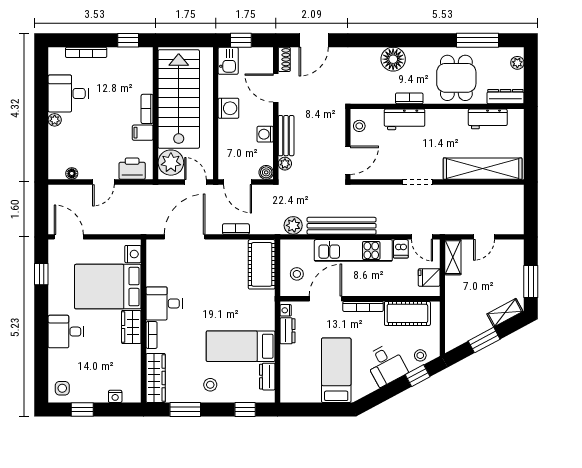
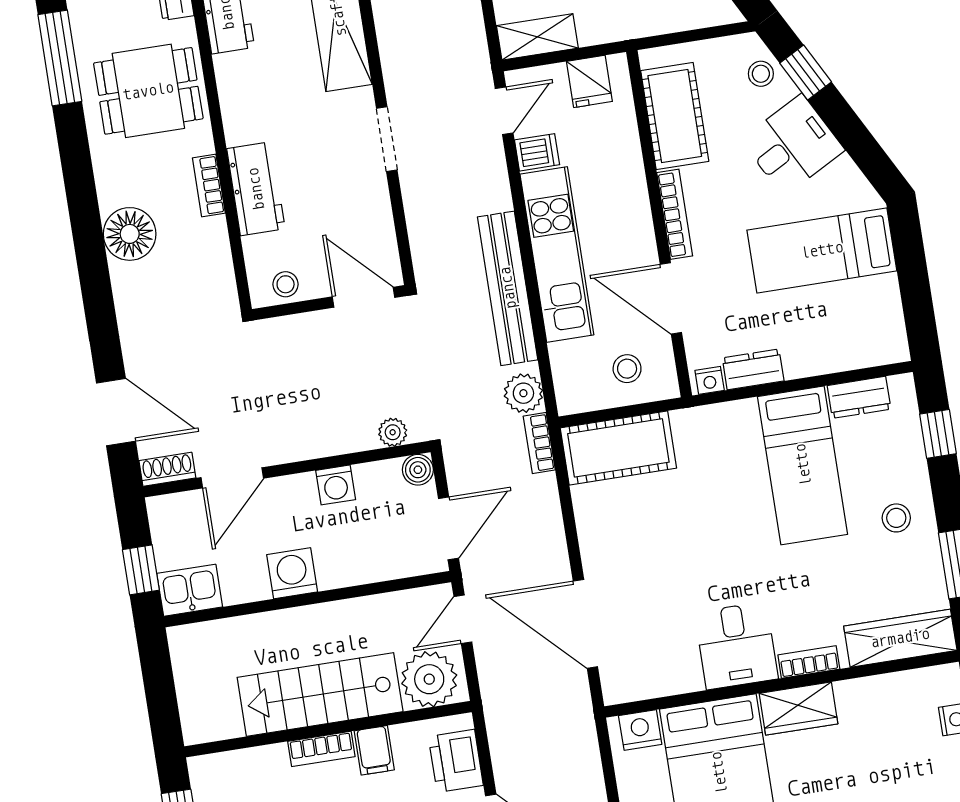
stairs: (179, 99) -> (320, 694), width x0.73, depth x0.66
bench: (286, 136) -> (332, 439), removed
bookcase: (236, 229) -> (539, 443), moved

